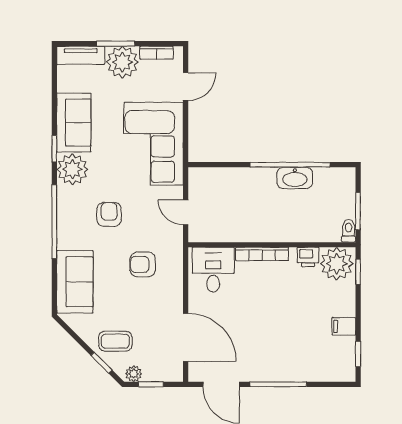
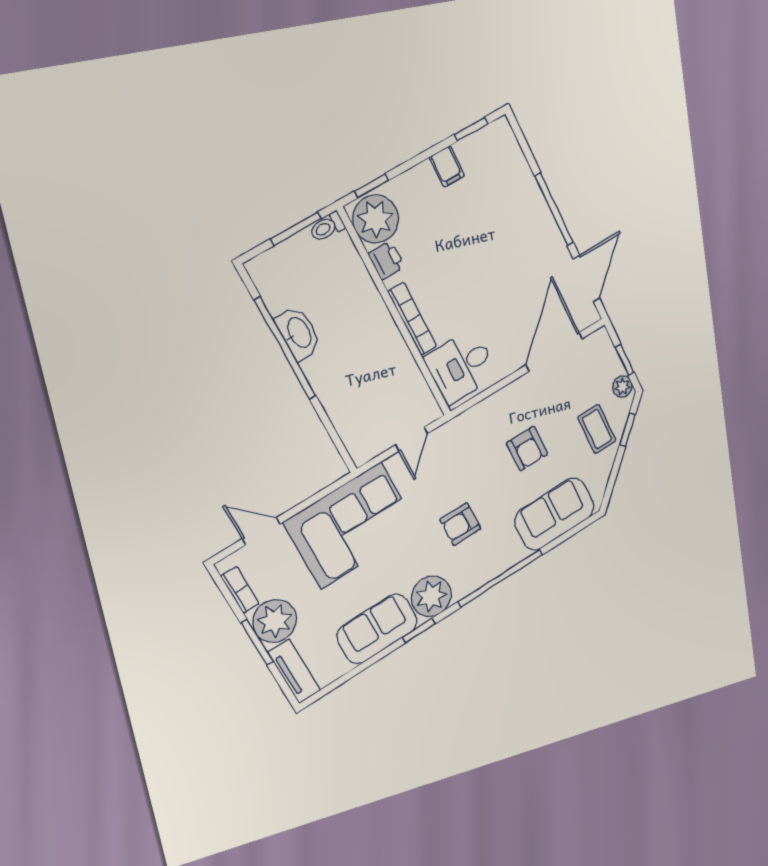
armchair: (143, 264) -> (527, 449), moved

